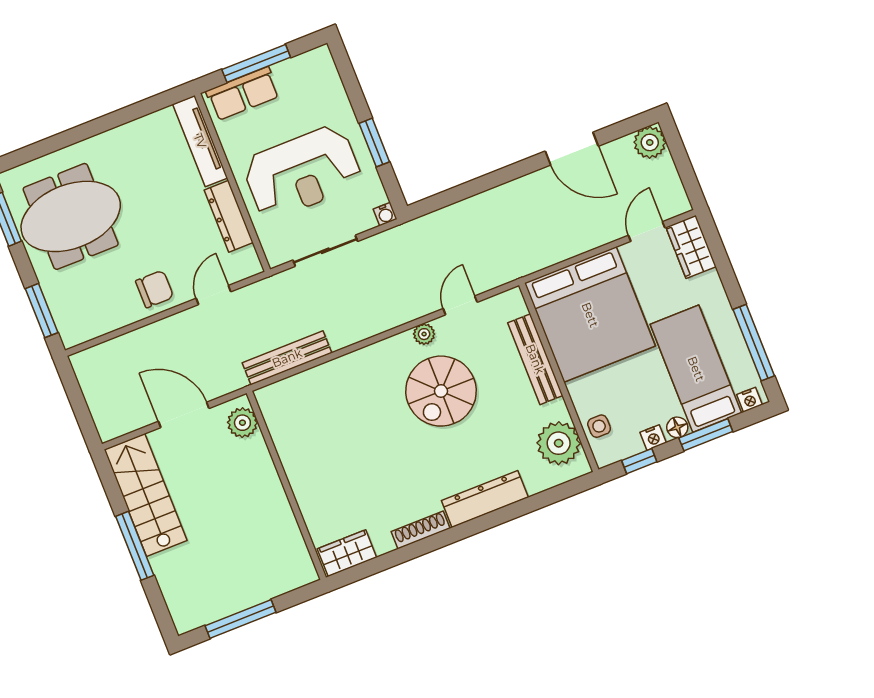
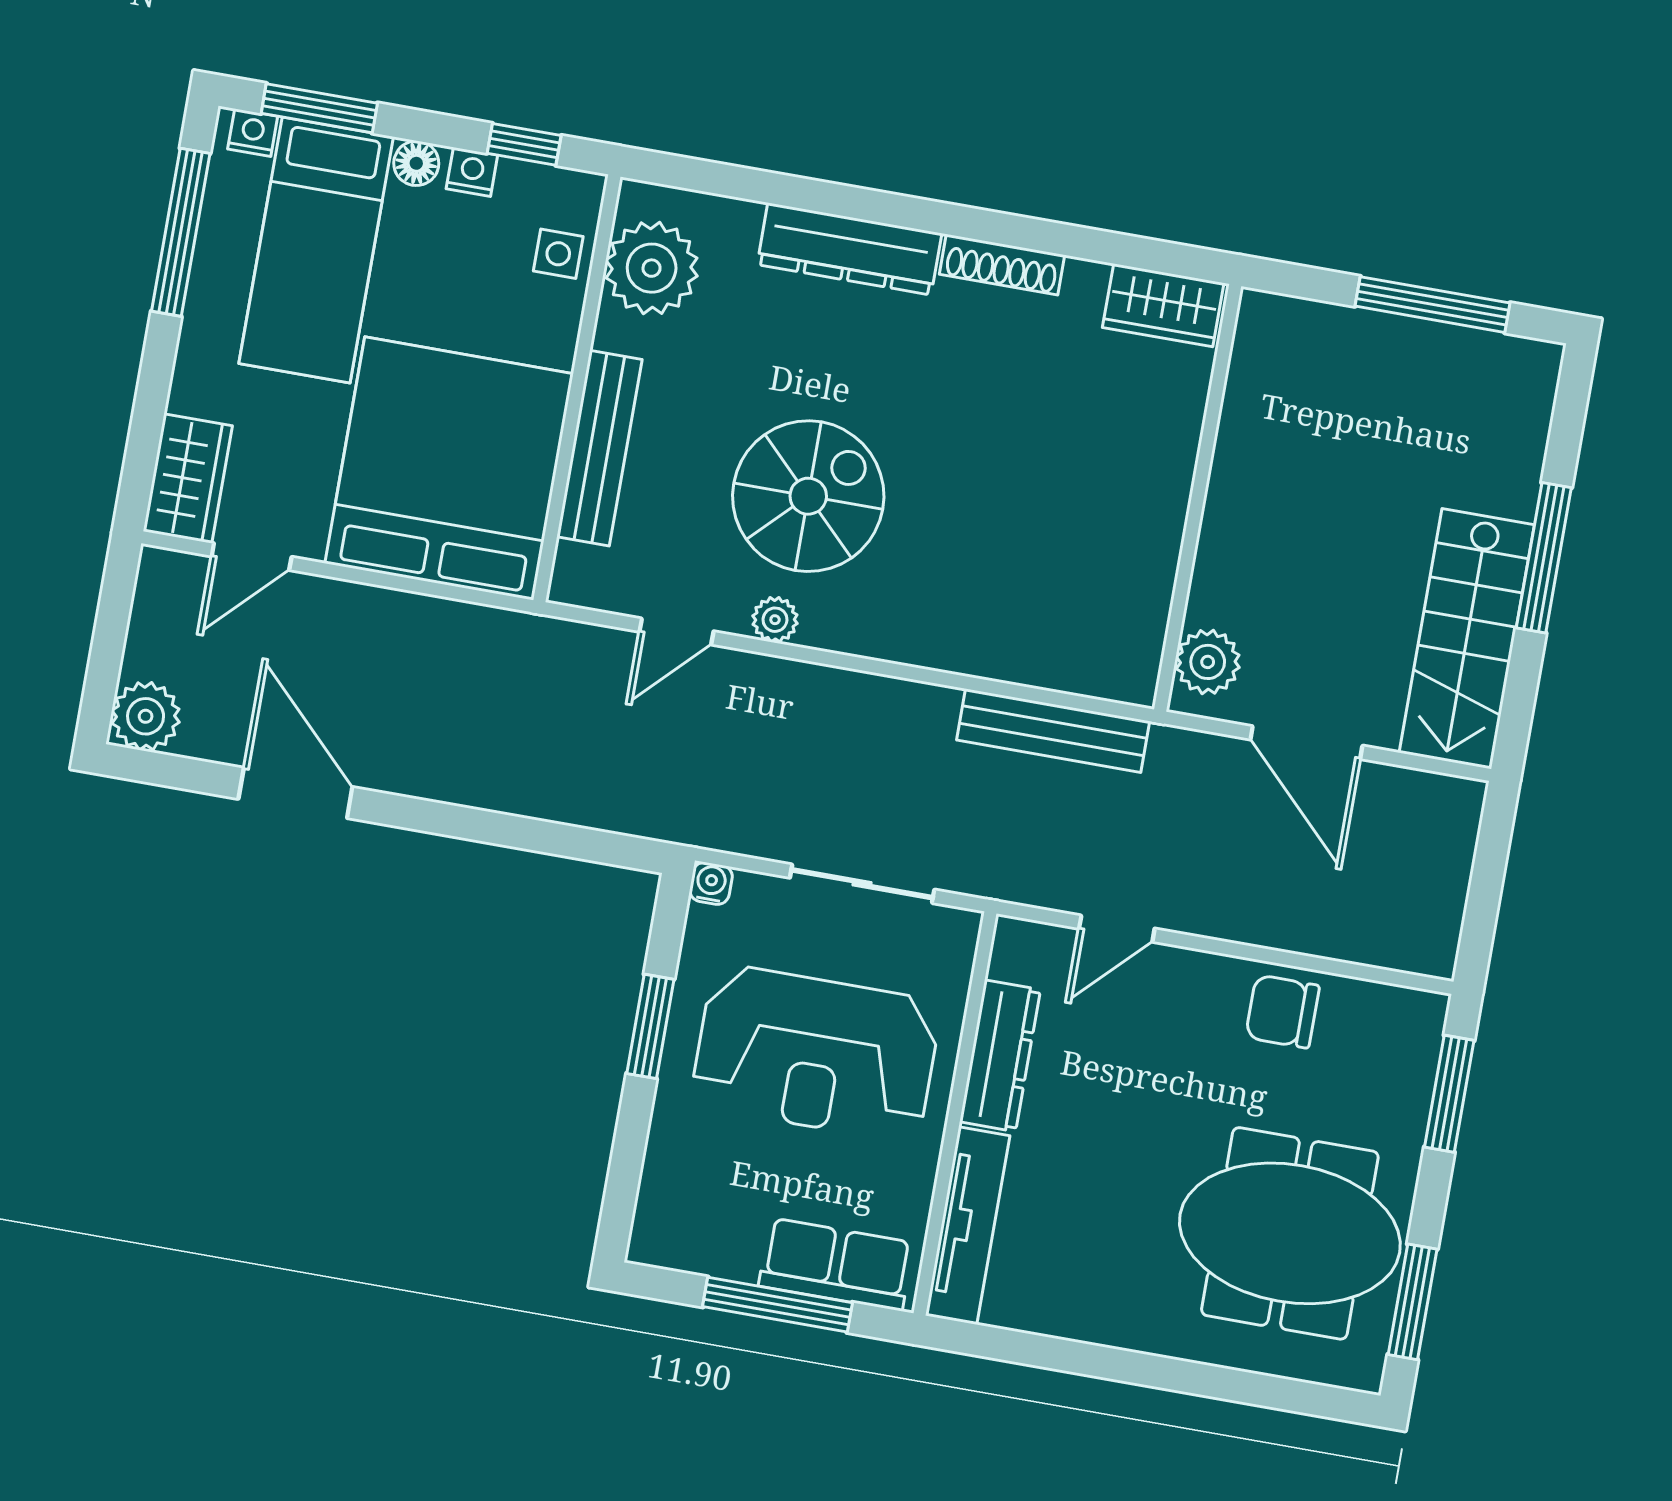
reception desk: (302, 172) -> (816, 1053), turned 180
chair: (155, 289) -> (1282, 1012), moved
window: (706, 435) -> (319, 108), moved

